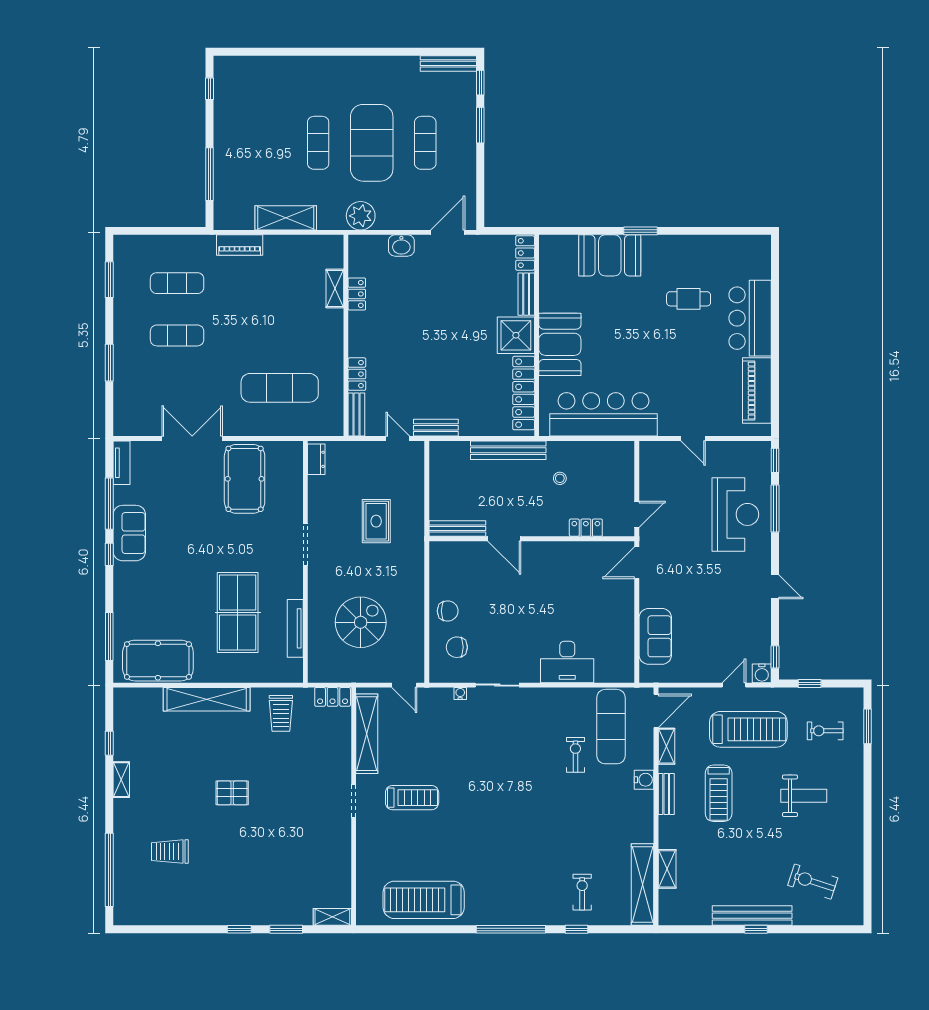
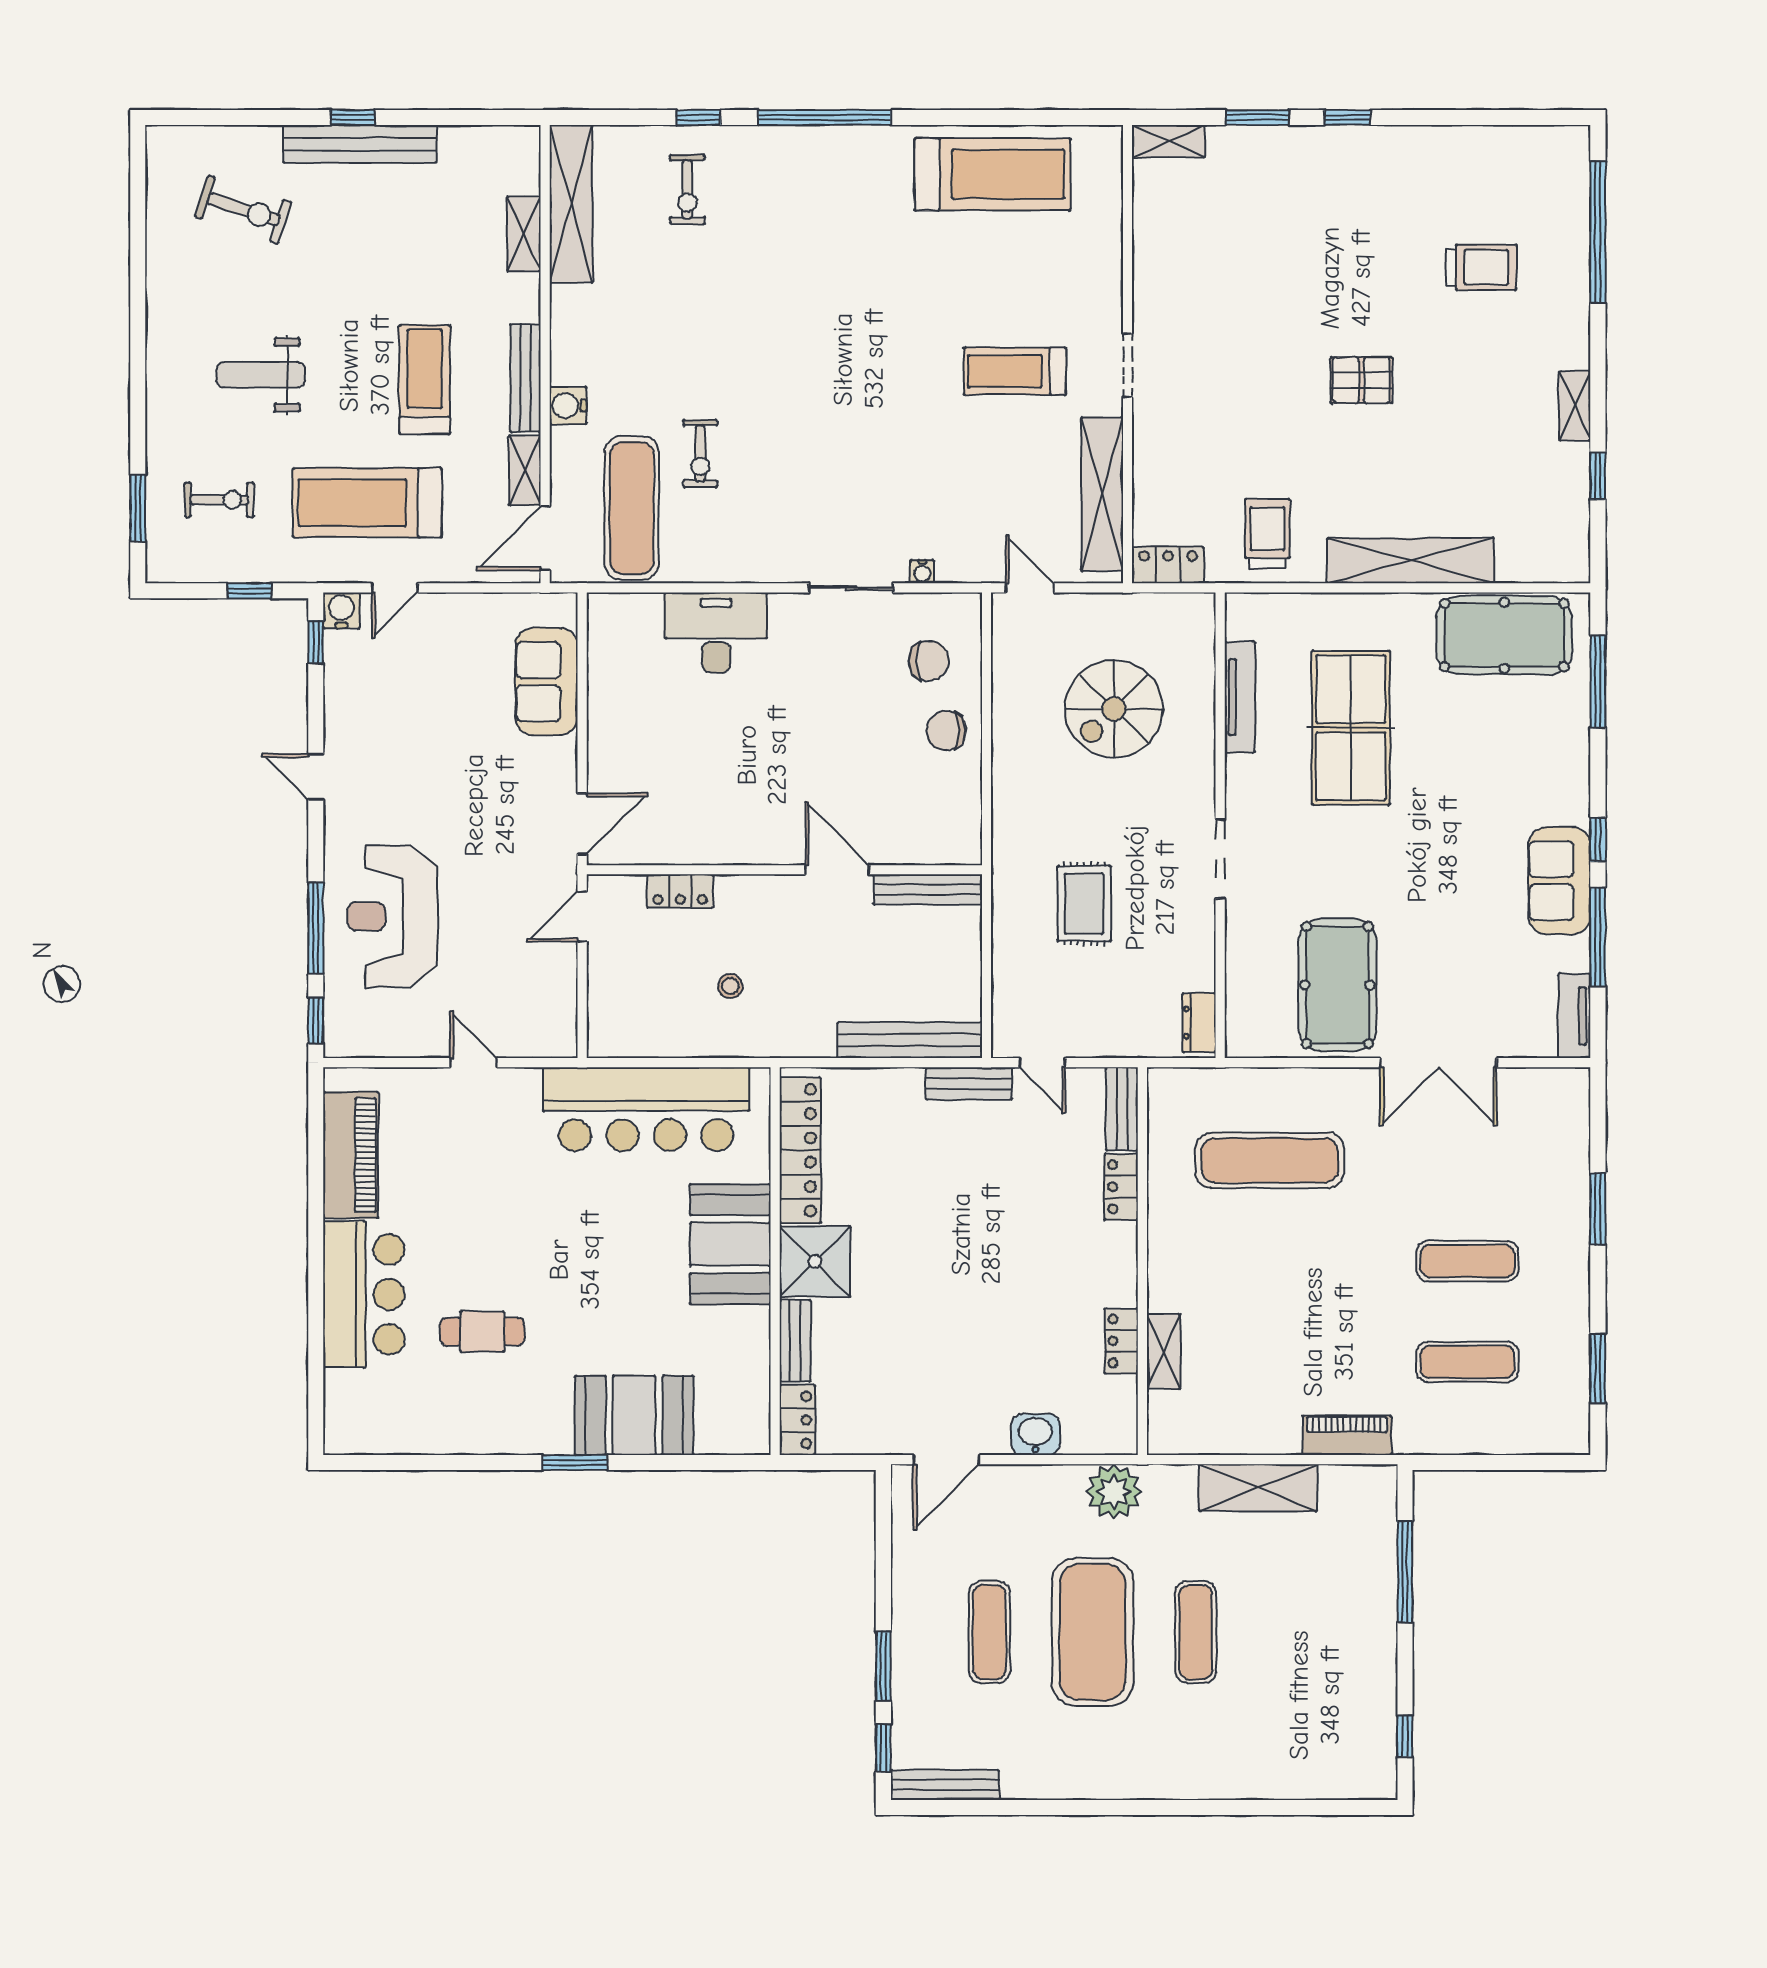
bench: (508, 450) -> (910, 1040), moved
bench: (666, 794) -> (525, 378), width x1.36

